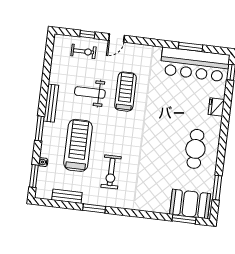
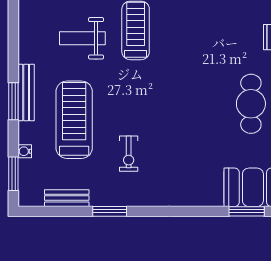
bench: (51, 103) -> (26, 92), moved
exercise bike: (111, 172) -> (129, 154), width x0.73, depth x0.72

